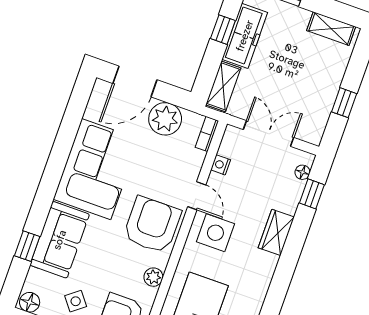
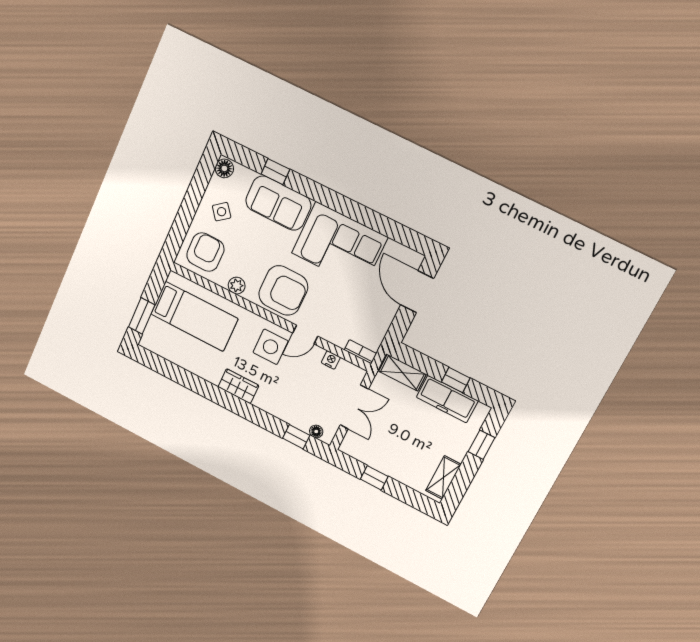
plant: (165, 119) -> (379, 315), removed
wardrobe: (276, 232) -> (238, 386), moved

